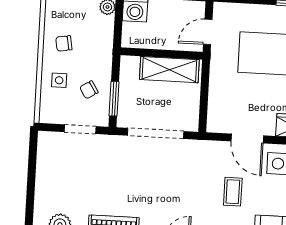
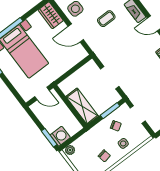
shelving: (169, 70) -> (82, 106), moved
doorway: (156, 133) -> (110, 78), width x0.73
door: (247, 138) -> (76, 33), swing flipped

